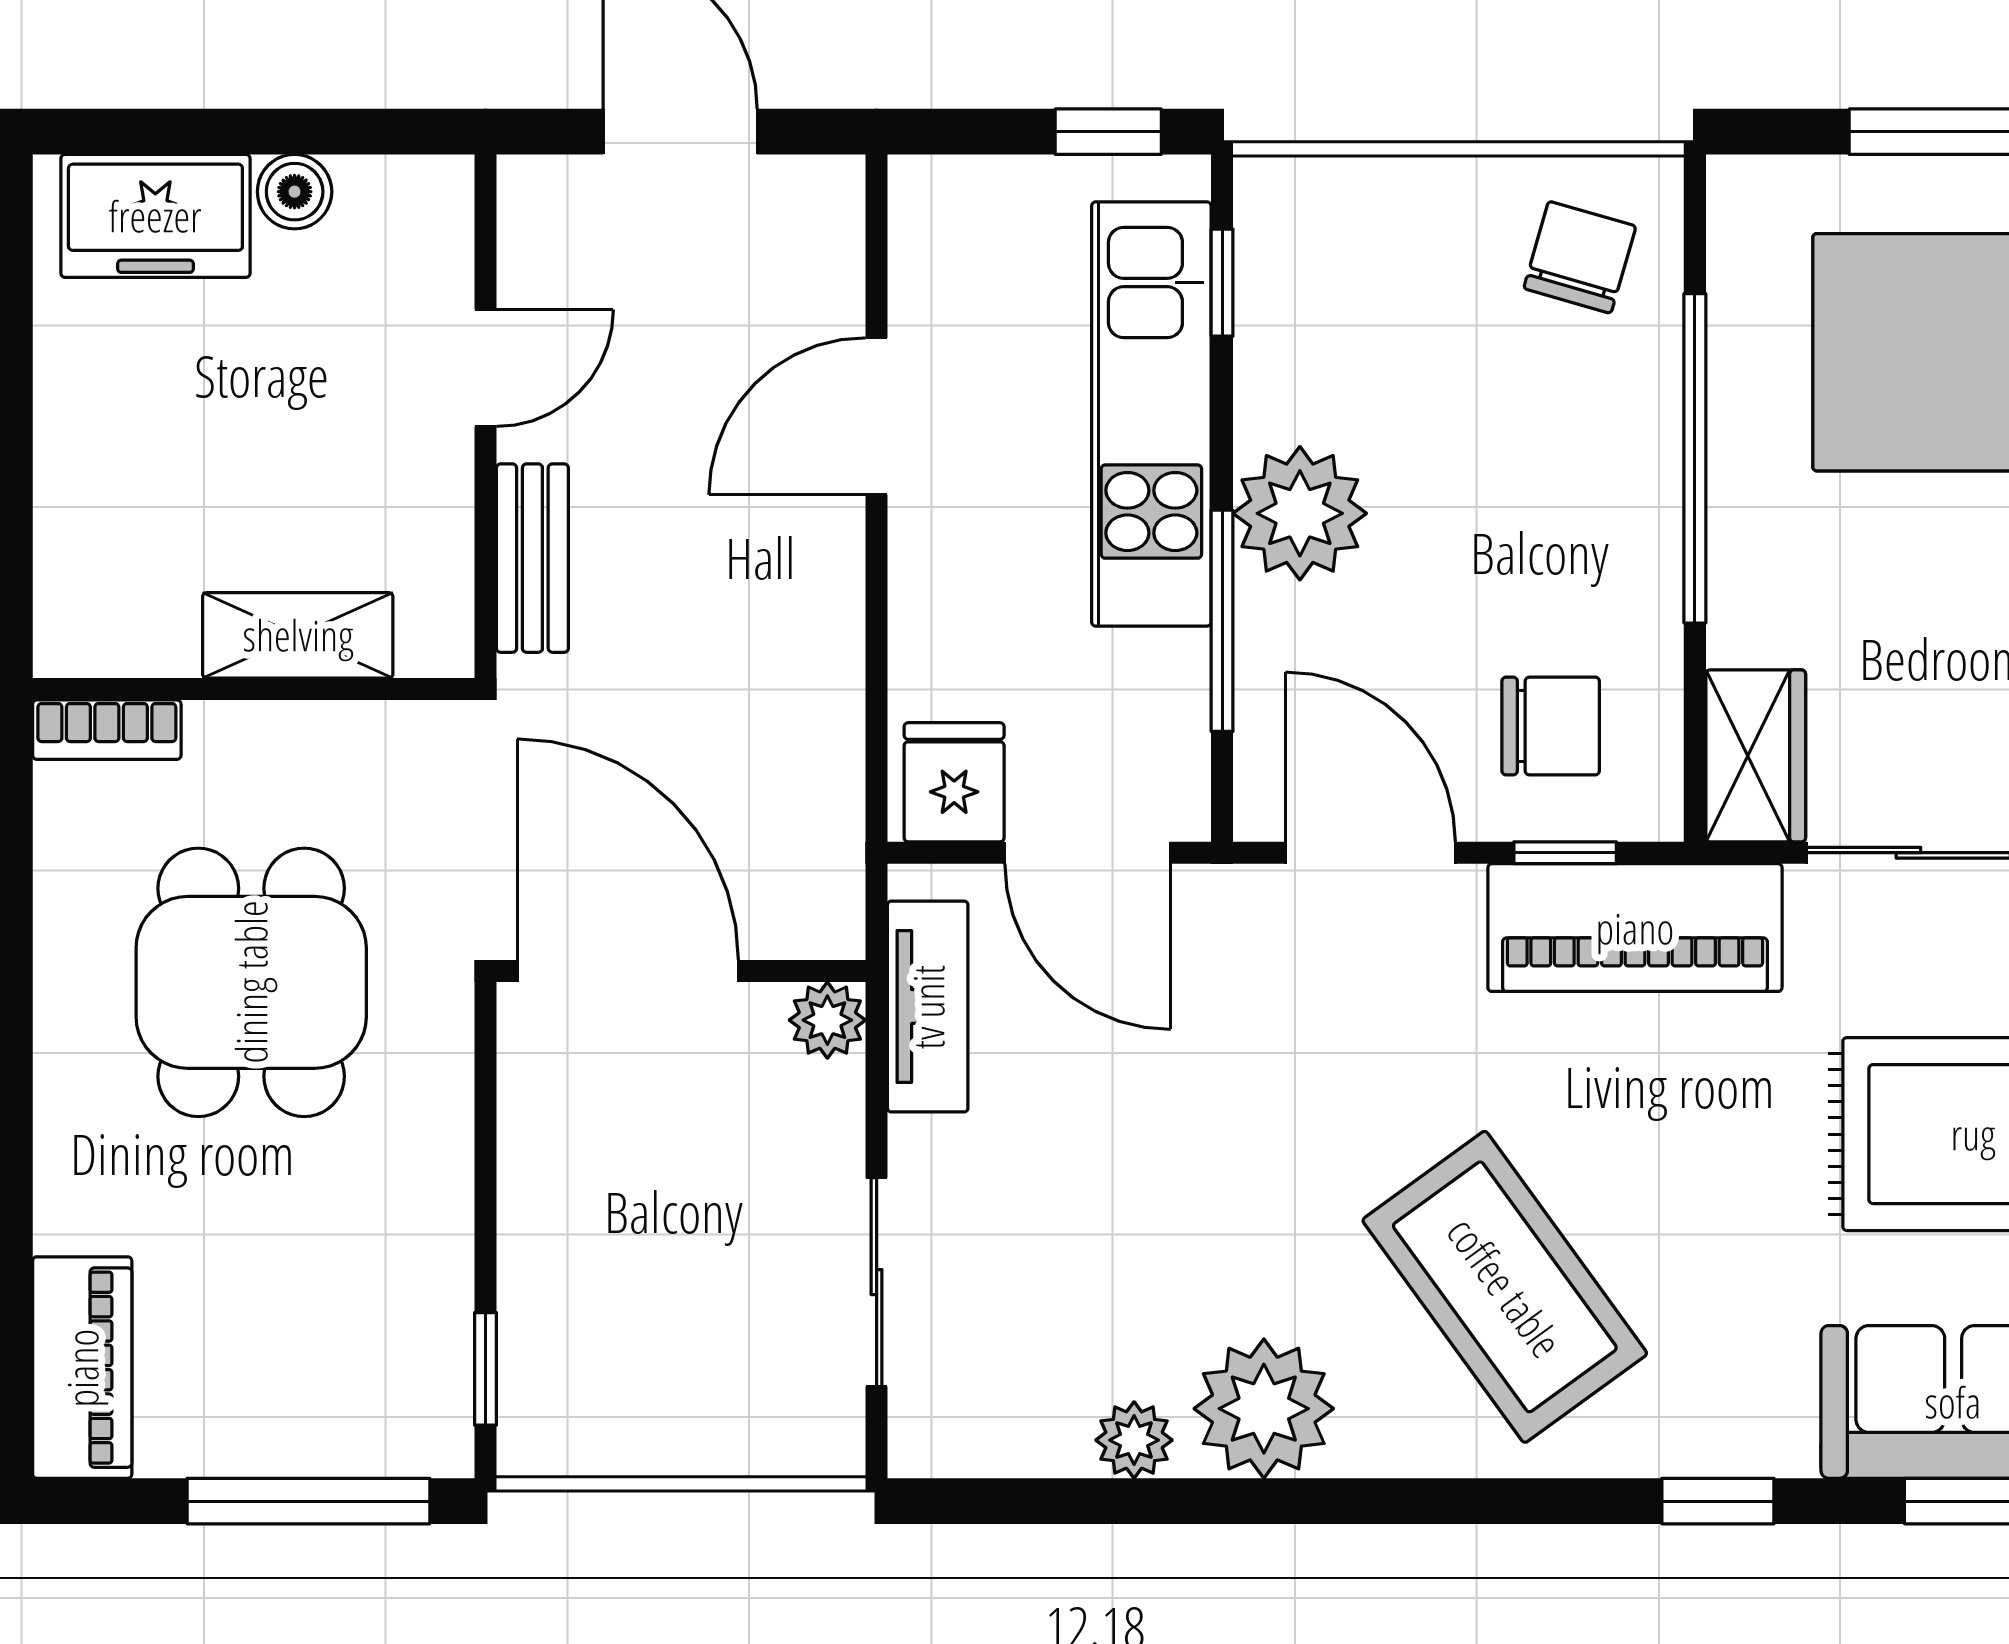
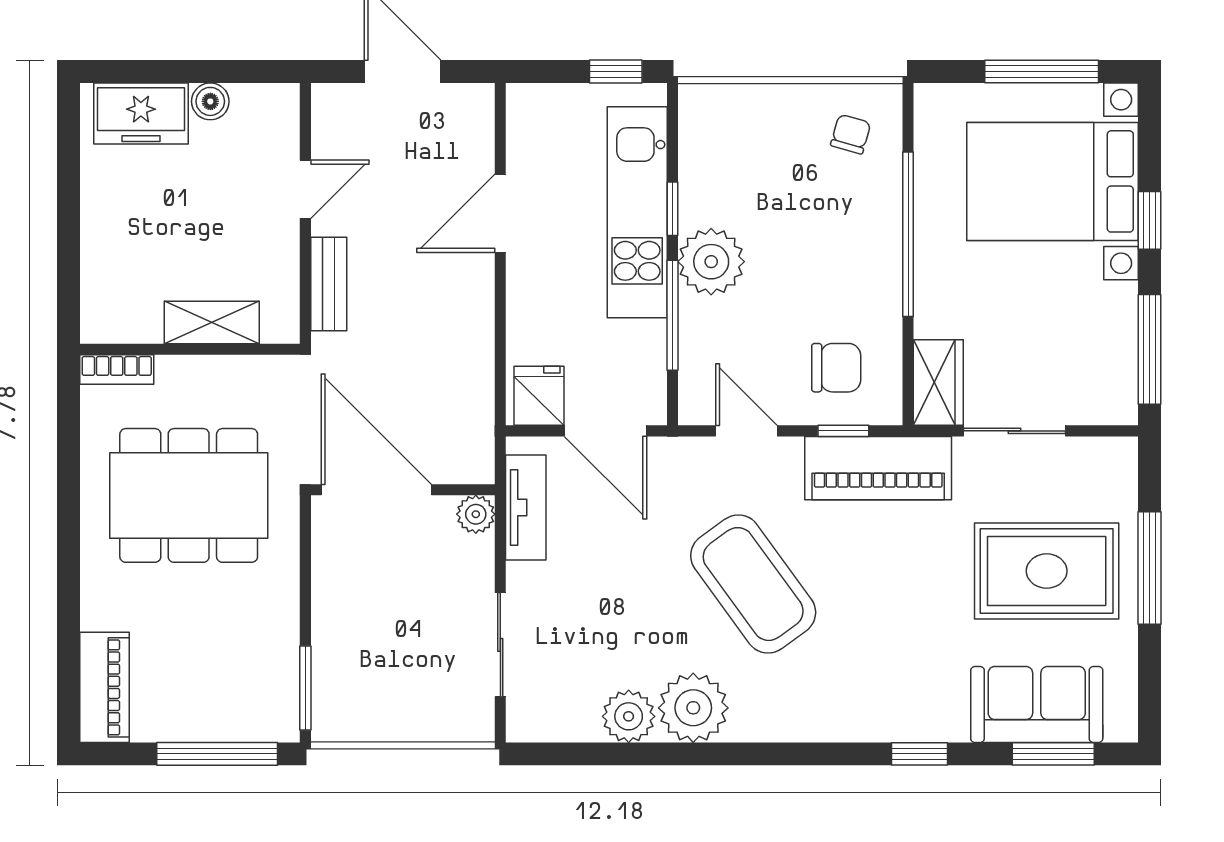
chair: (1580, 257) -> (851, 134), width x0.73, depth x0.73
window: (1222, 283) -> (672, 209), moved
door: (1370, 853) -> (746, 431), width x0.73
dining table: (251, 982) -> (189, 495), width x1.38
coffee table: (1505, 1287) -> (753, 584), moved
window: (486, 1369) -> (305, 688), width x1.50
plant: (1134, 1440) -> (629, 716), width x1.38, depth x1.38

